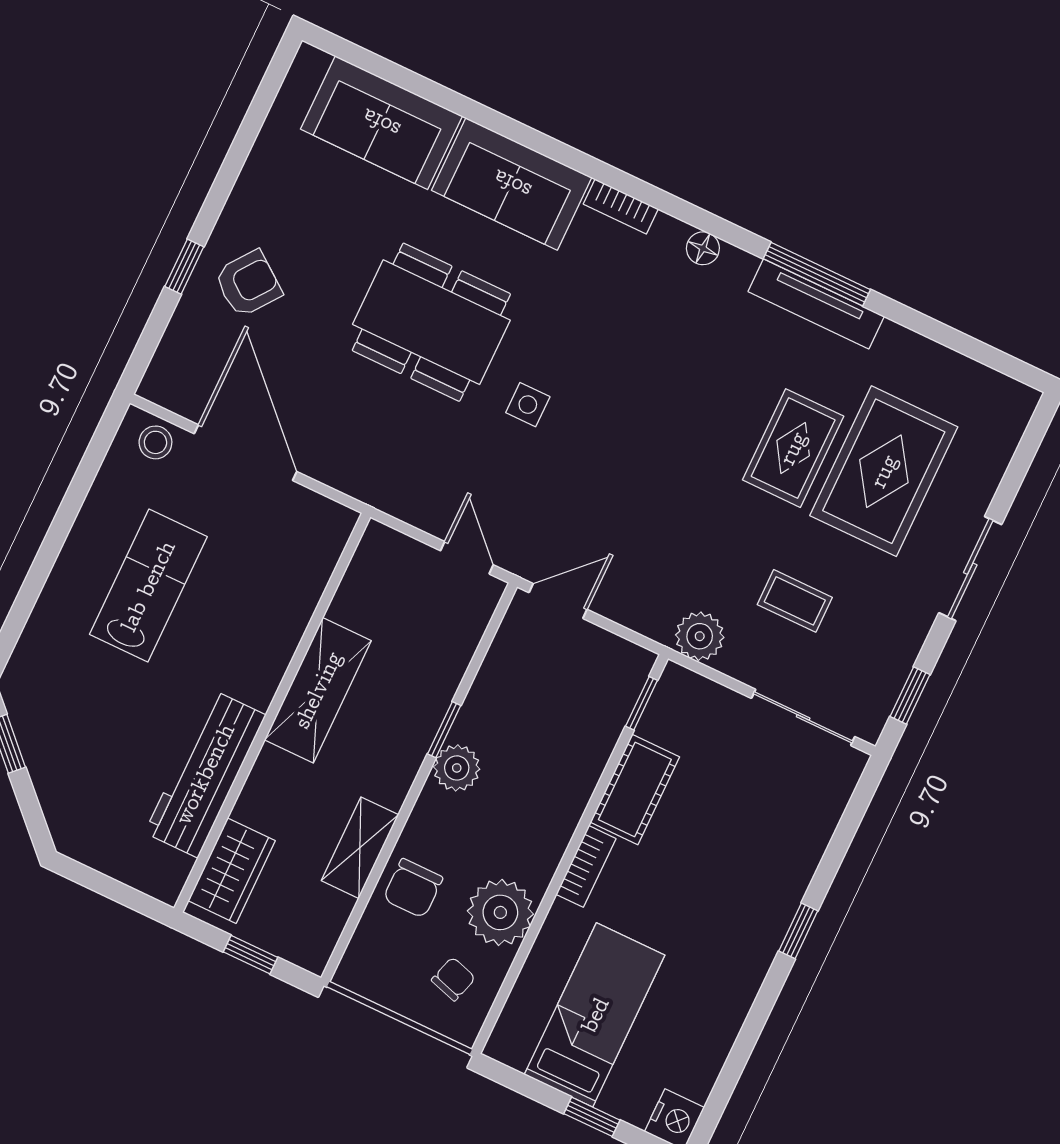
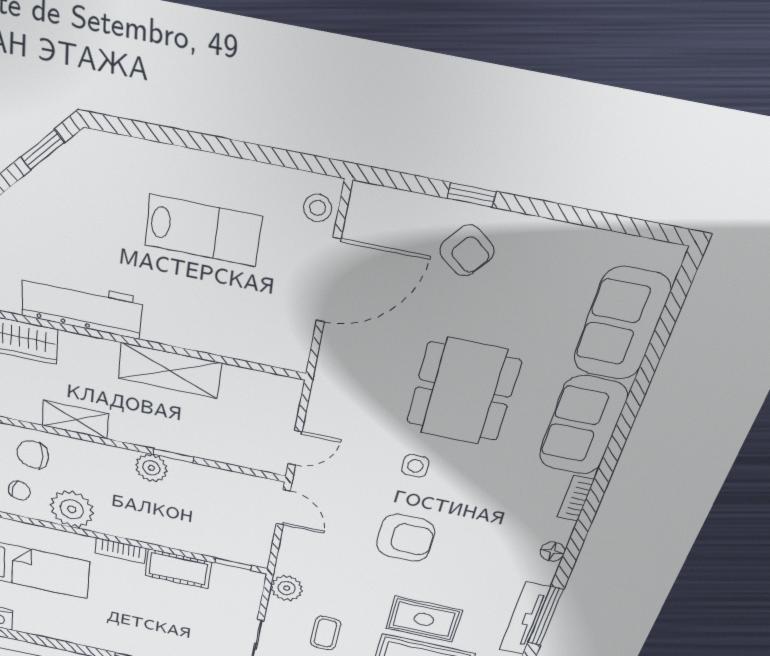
armchair: (643, 443) -> (406, 538), added
chair: (413, 888) -> (33, 454), moved

